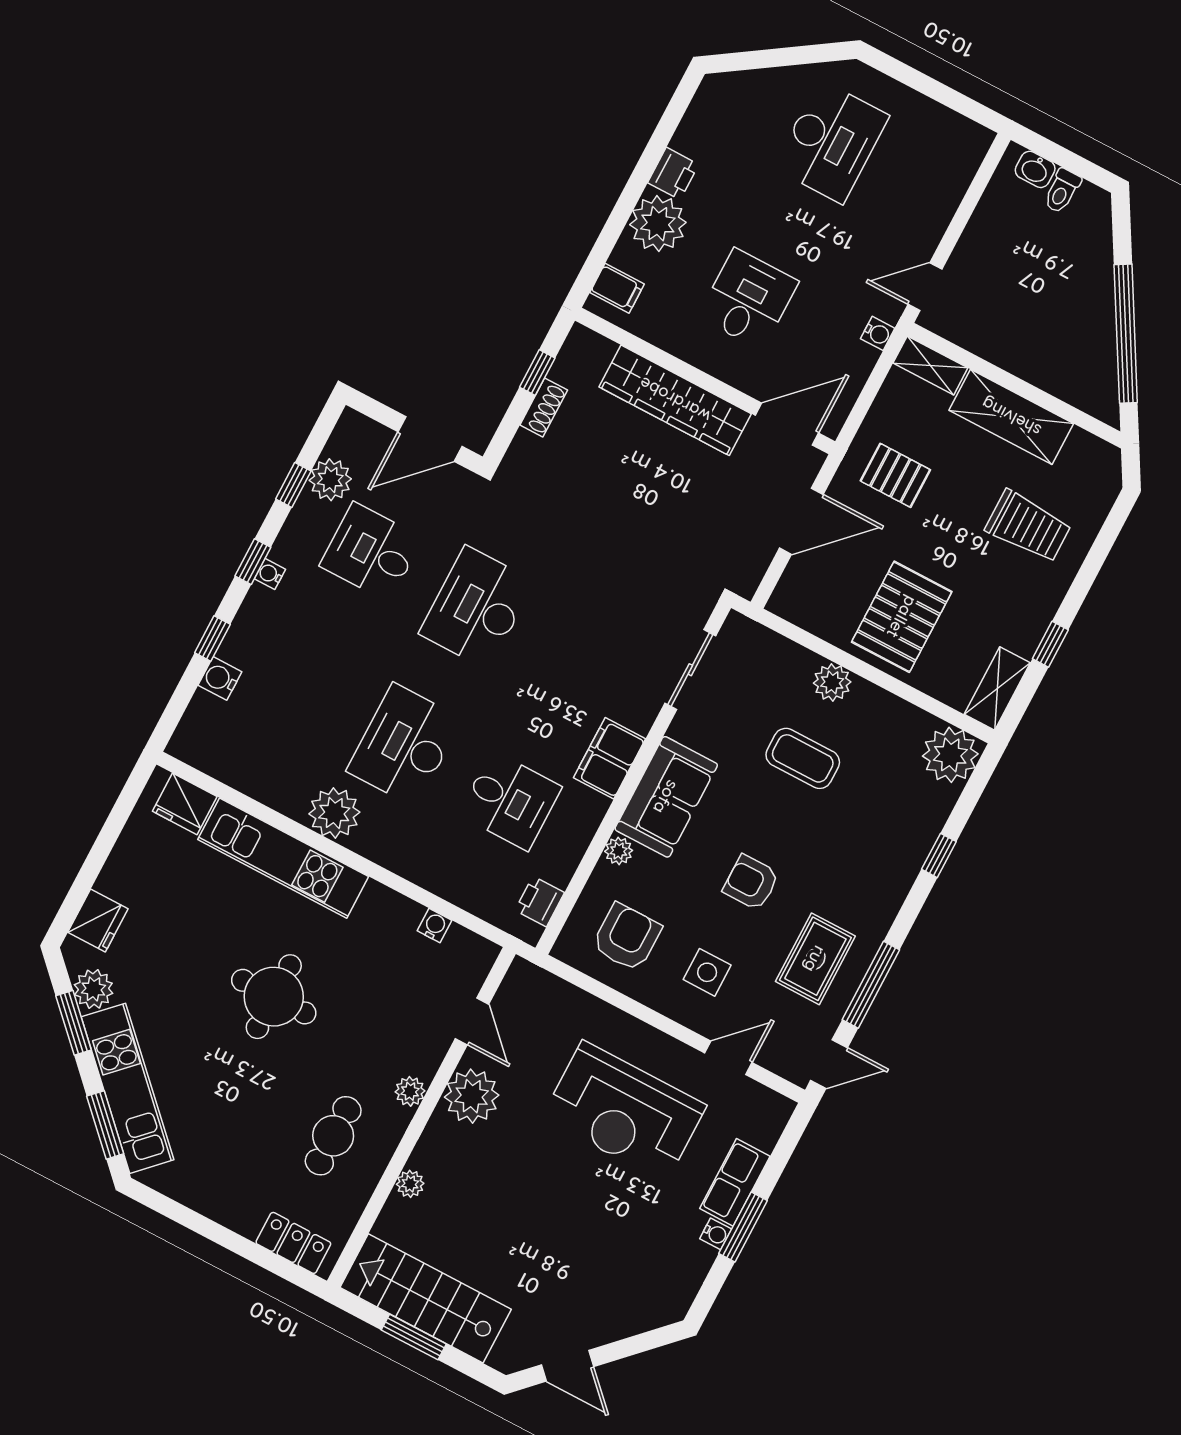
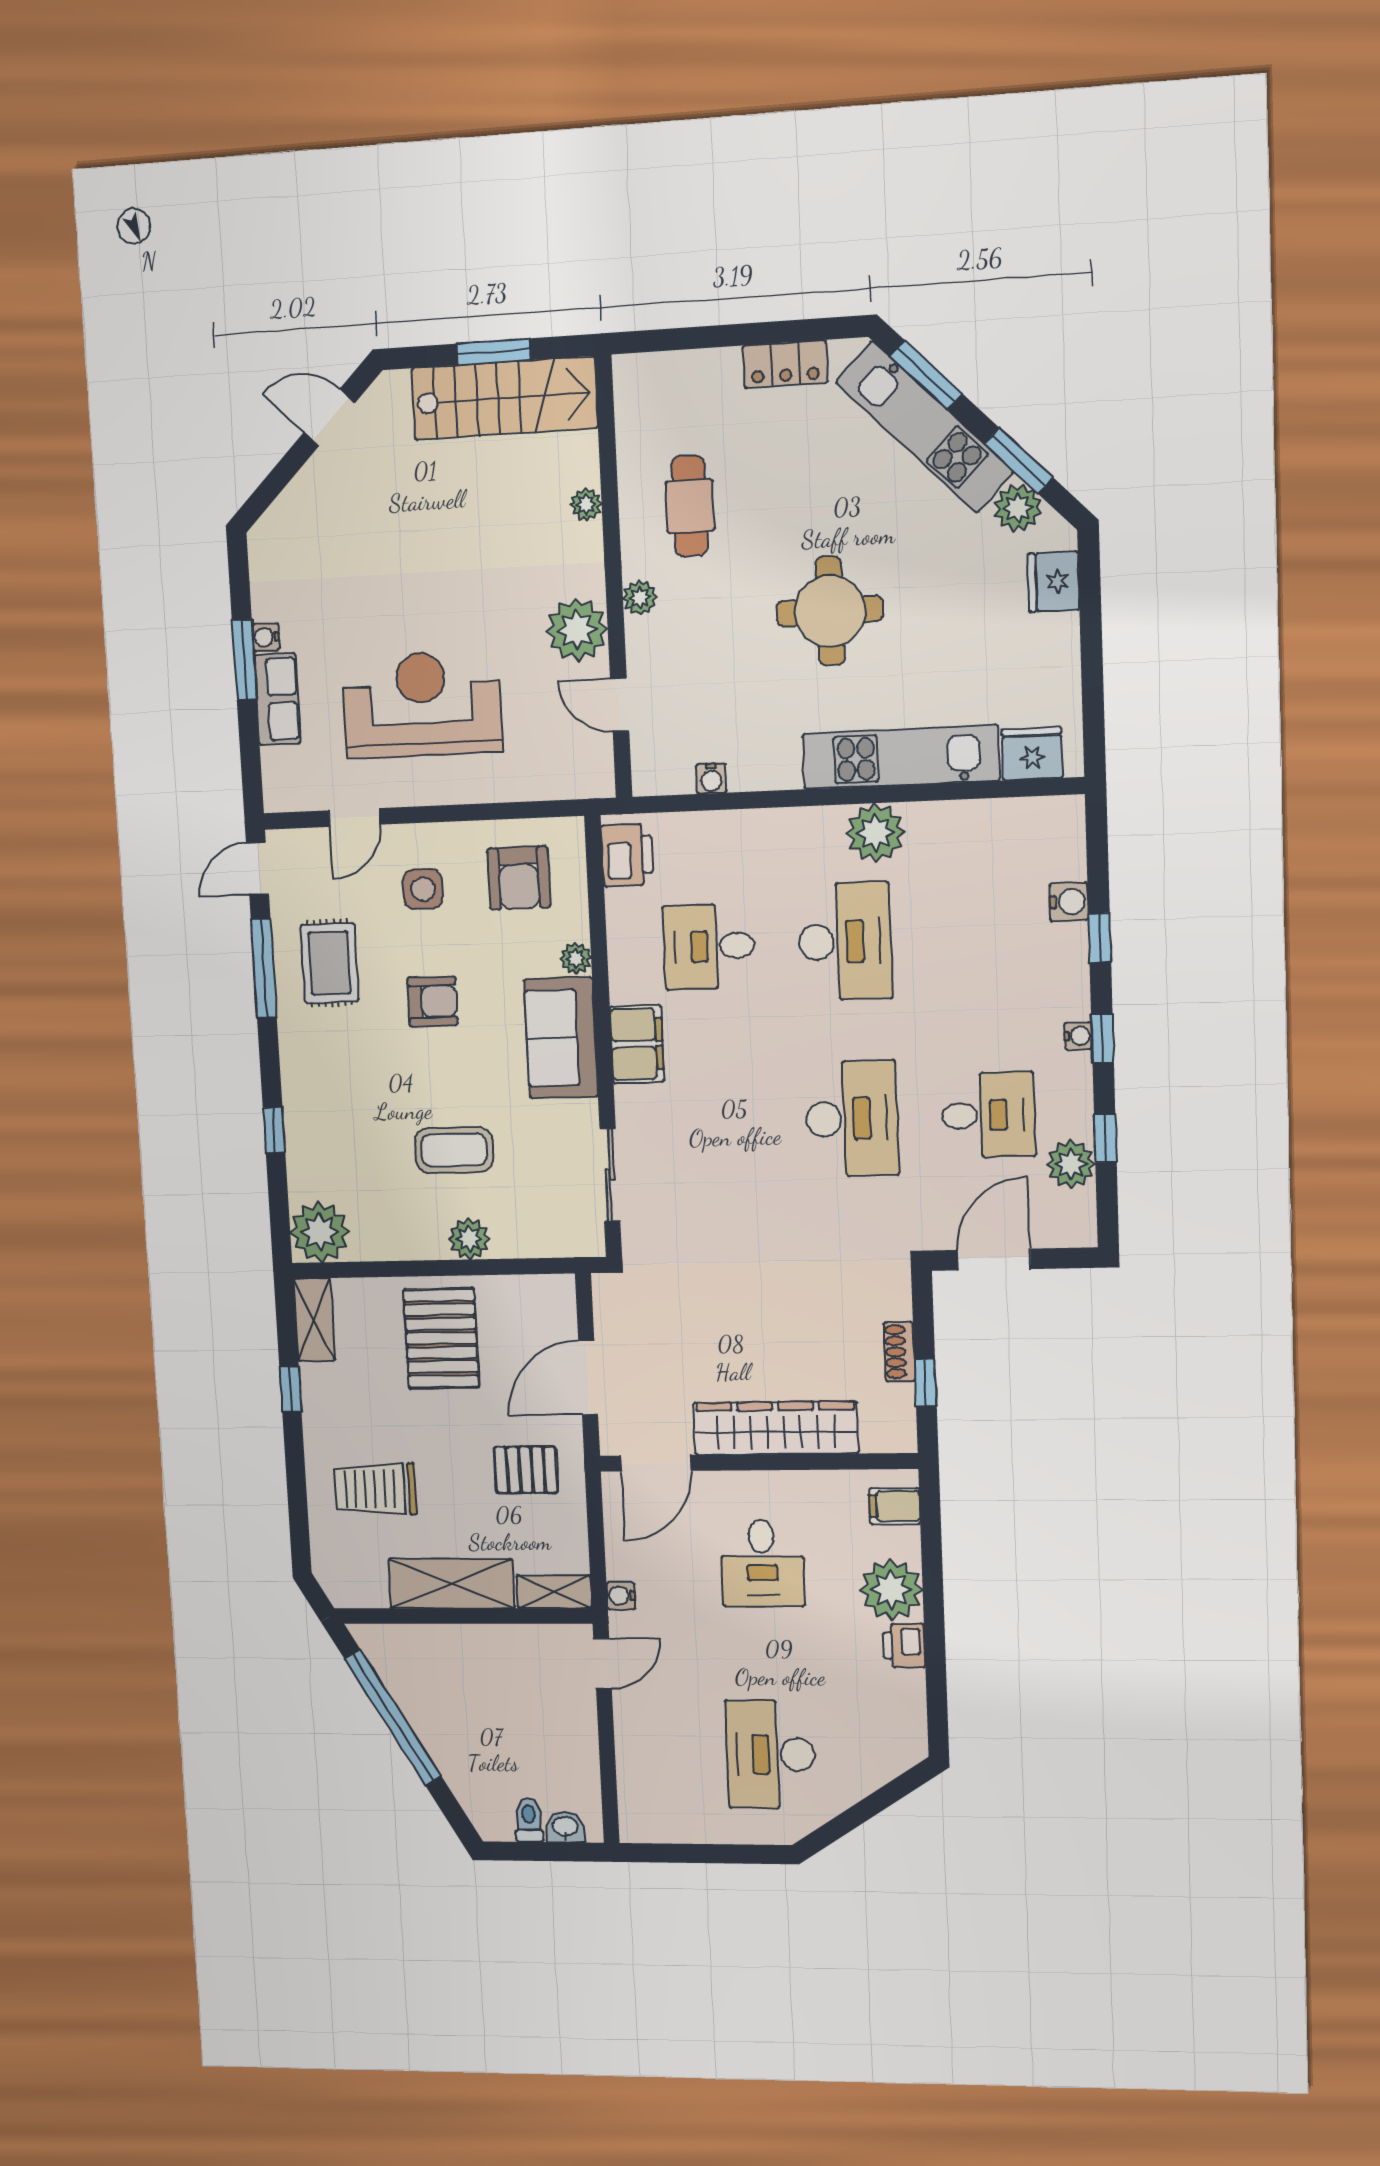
printer: (540, 902) -> (627, 855), width x1.36, depth x1.24
locker: (293, 1243) -> (785, 364), moved

